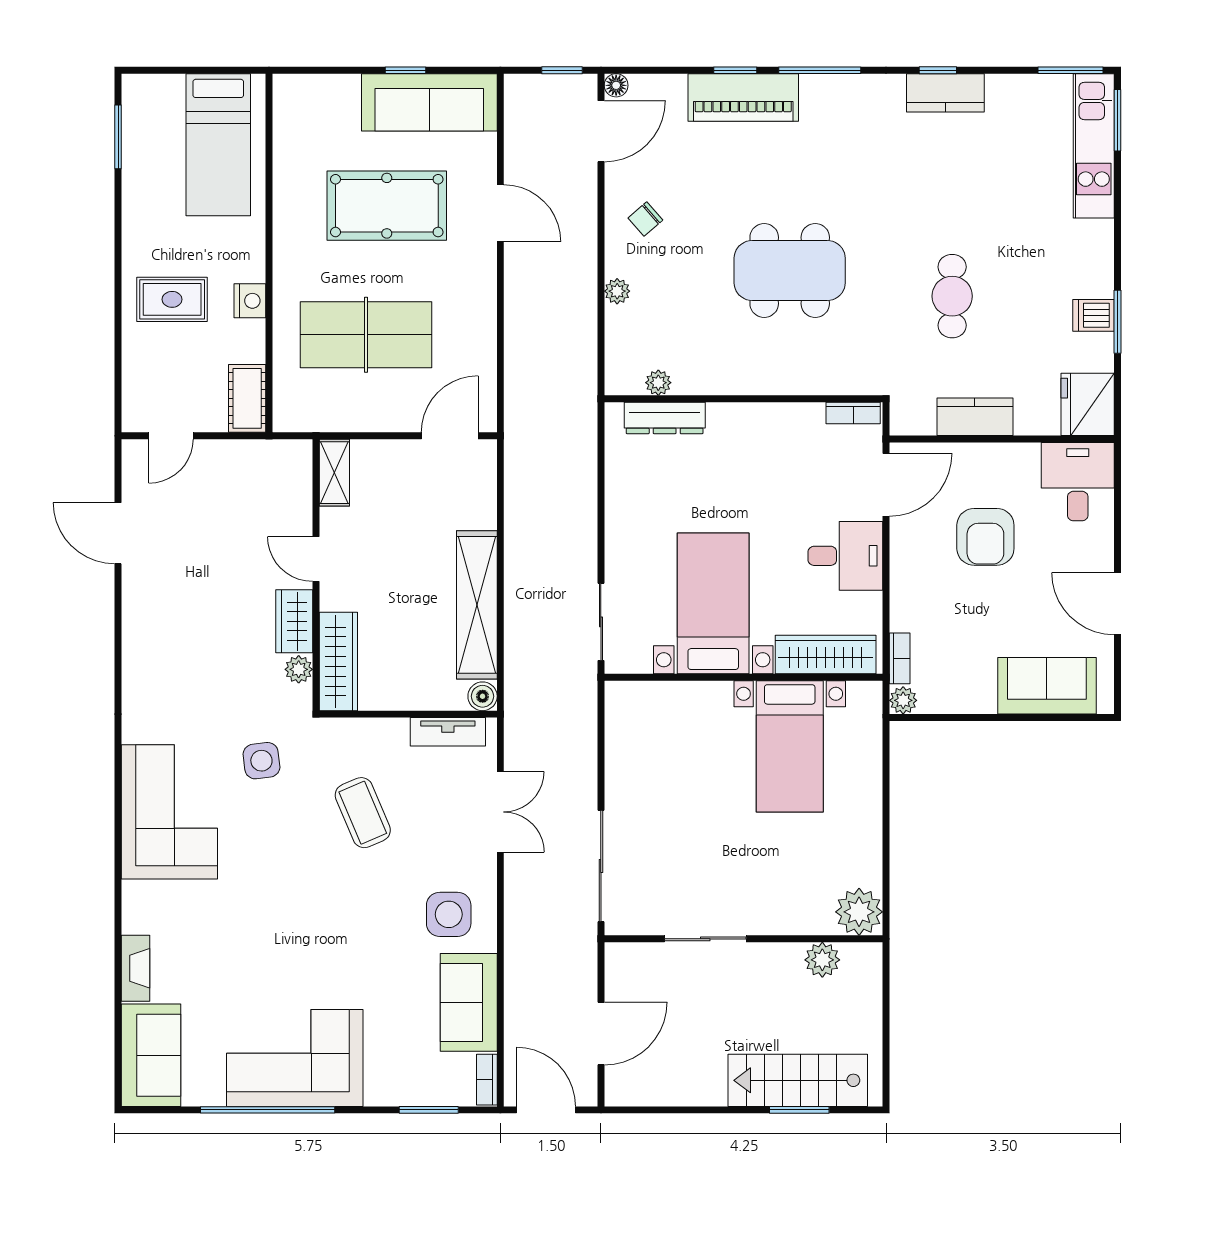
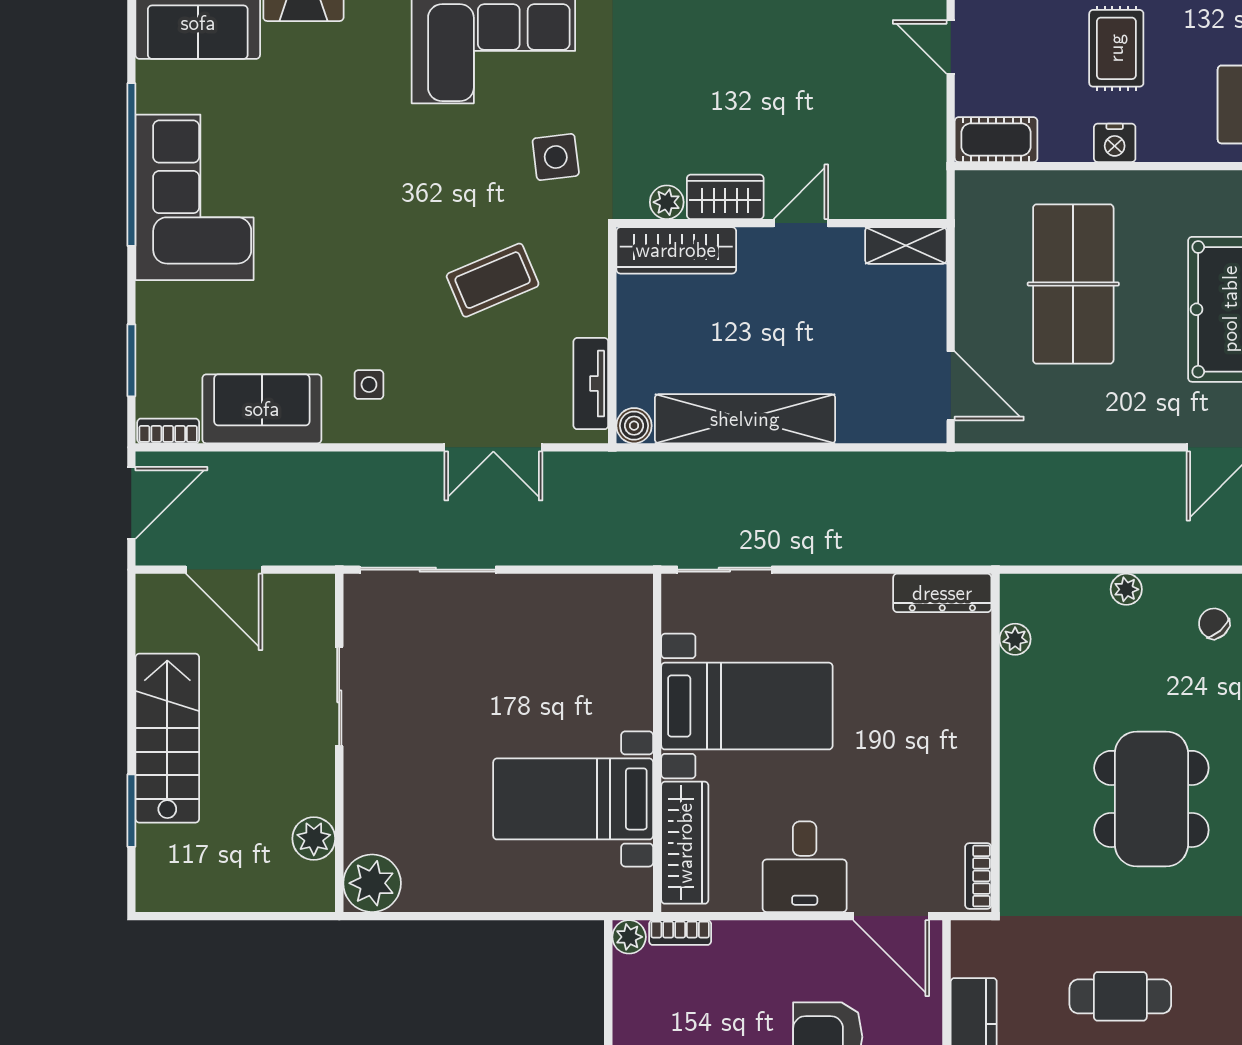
dresser: (665, 418) -> (942, 593), moved, turned -90
side table: (449, 914) -> (369, 385), width x0.54, depth x0.54
stairs: (798, 1080) -> (167, 738), moved

